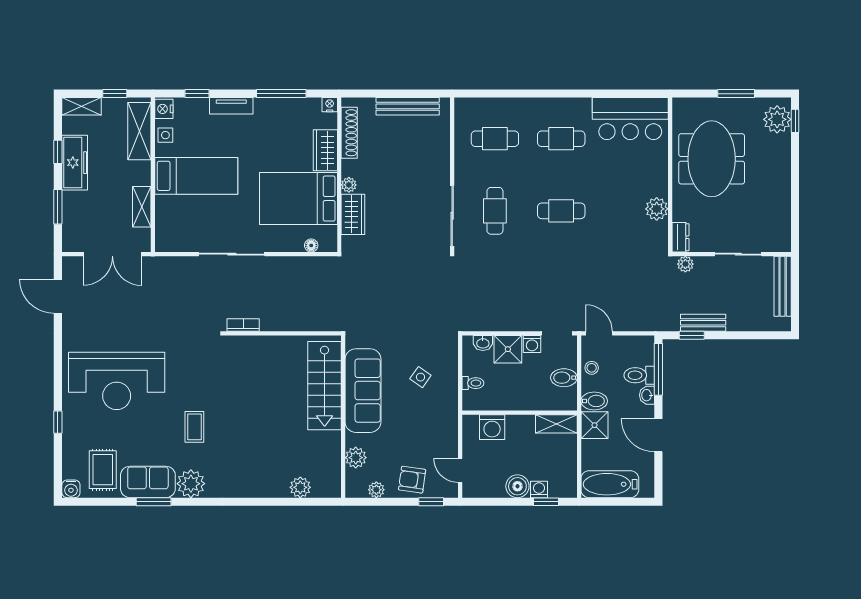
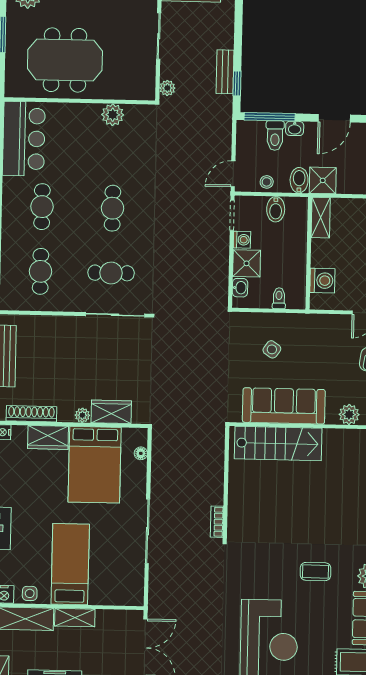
shelving: (142, 207) -> (75, 618), moved
dresser: (681, 237) -> (141, 92), removed

